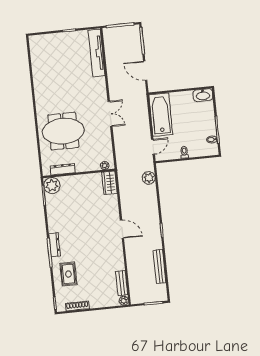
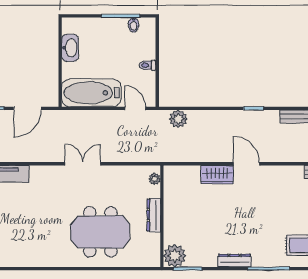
washbasin: (203, 95) -> (70, 48), moved
meeting table: (63, 131) -> (100, 232), turned 90
dresser: (63, 169) -> (154, 215), moved
wardrobe: (109, 183) -> (217, 175), moved
door: (122, 229) -> (246, 164), hinge flipped
dresser: (55, 245) -> (234, 261), moved

